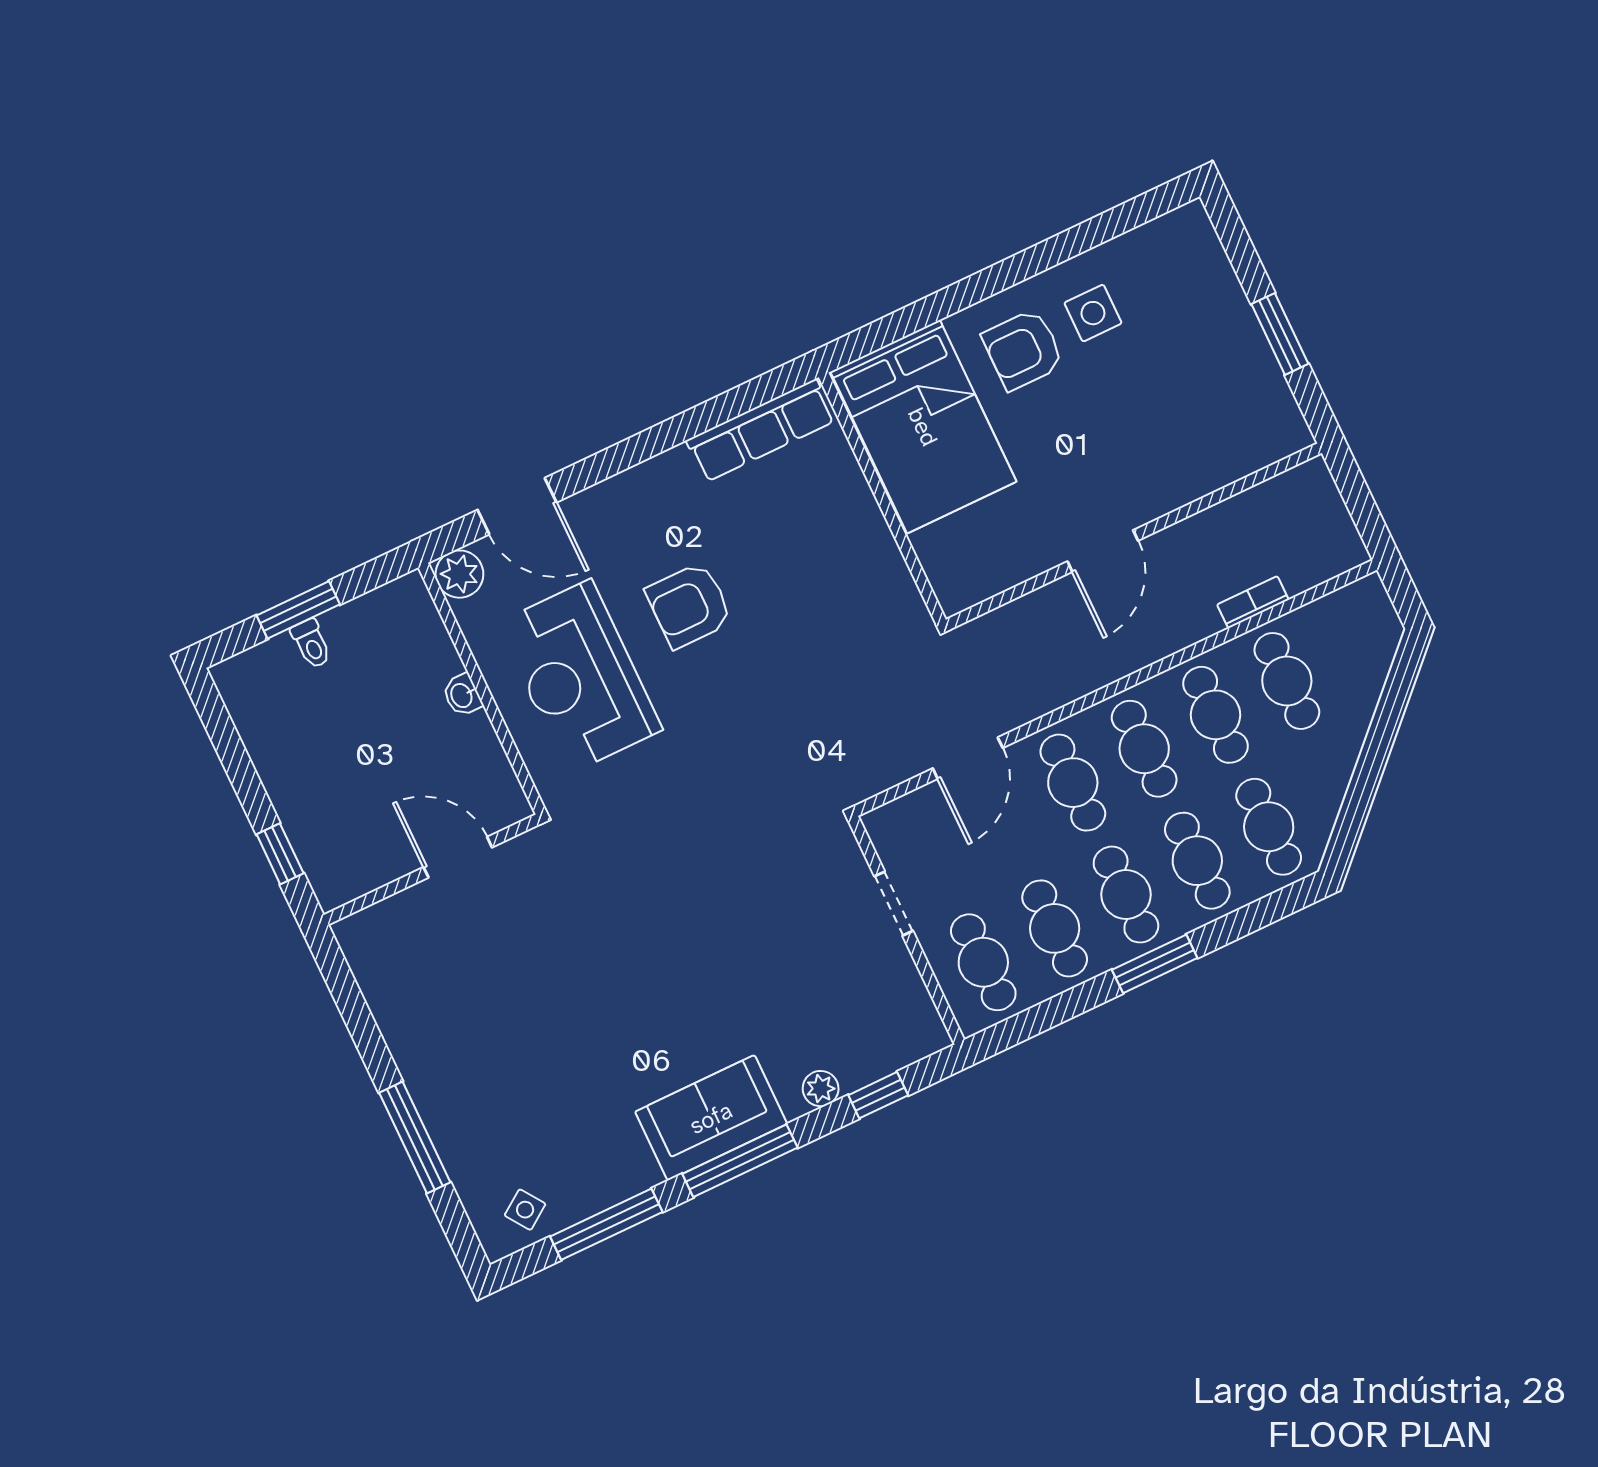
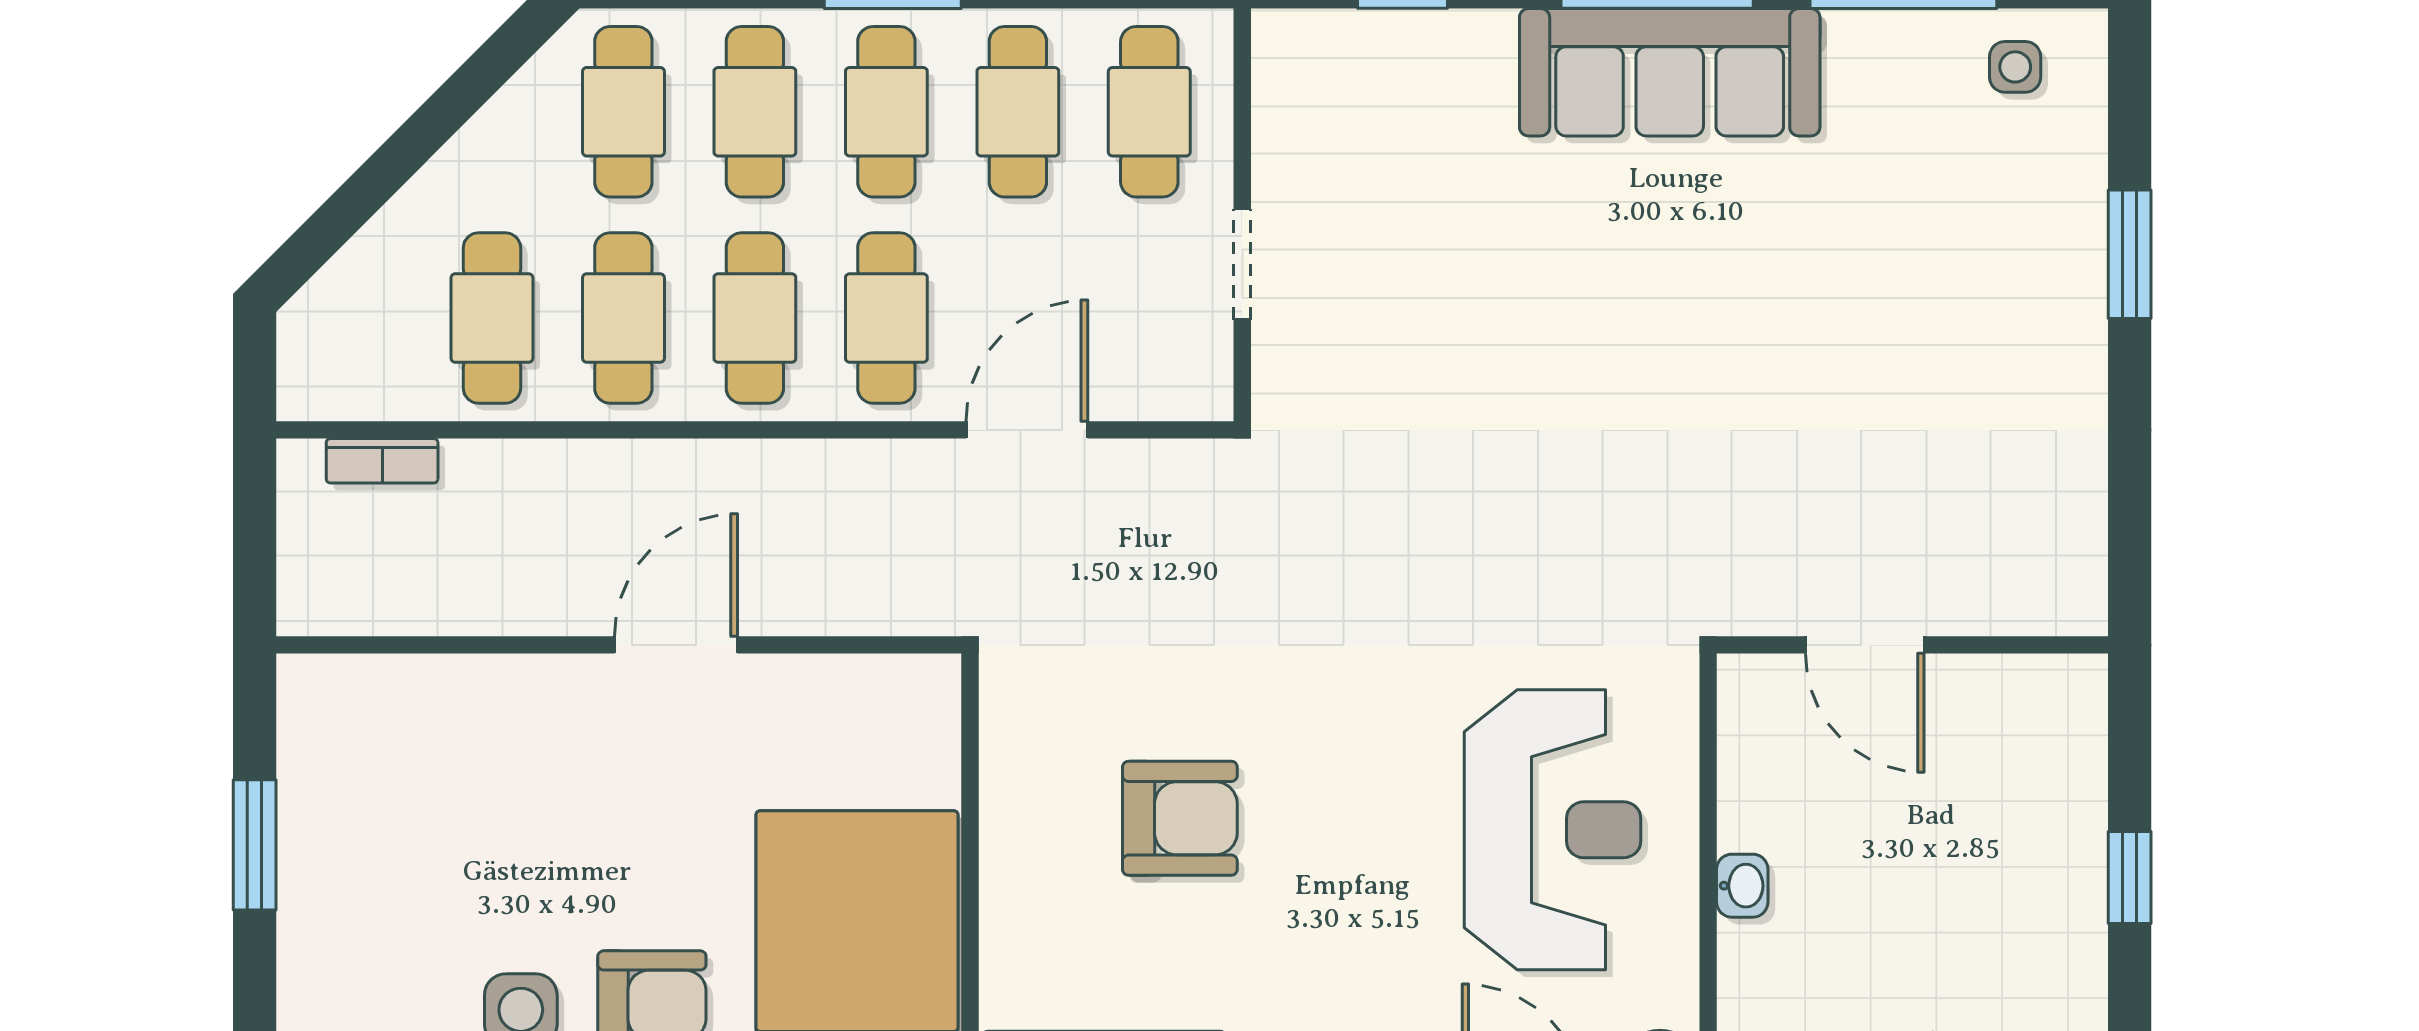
bookcase: (1253, 602) -> (382, 461), moved
armchair: (689, 605) -> (1180, 818), moved
window: (280, 854) -> (2130, 878), moved
plant: (821, 1089) -> (1484, 38), removed
sofa: (711, 1118) -> (1670, 72), width x1.36
window: (415, 1137) -> (2130, 254), width x0.69
side table: (525, 1210) -> (2015, 67), turned 35

